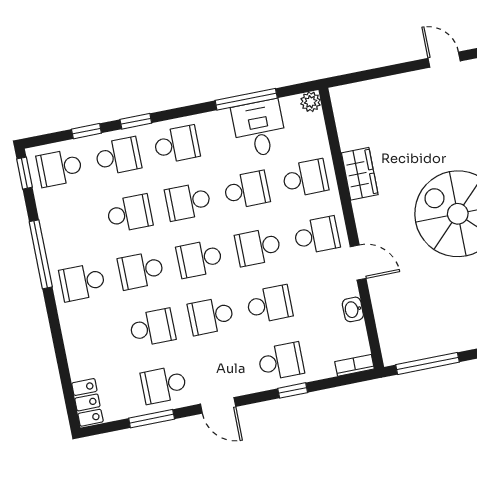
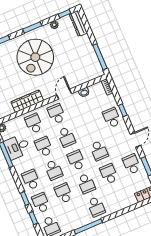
wardrobe: (360, 174) -> (27, 101), width x1.50
school desk: (199, 259) -> (76, 160), turned 180
school desk: (269, 304) -> (89, 127), removed
school desk: (164, 385) -> (132, 164), turned 180

